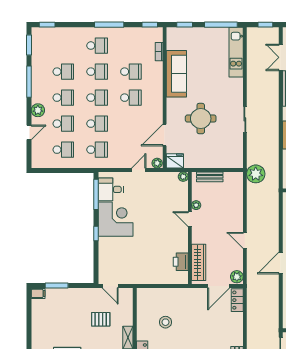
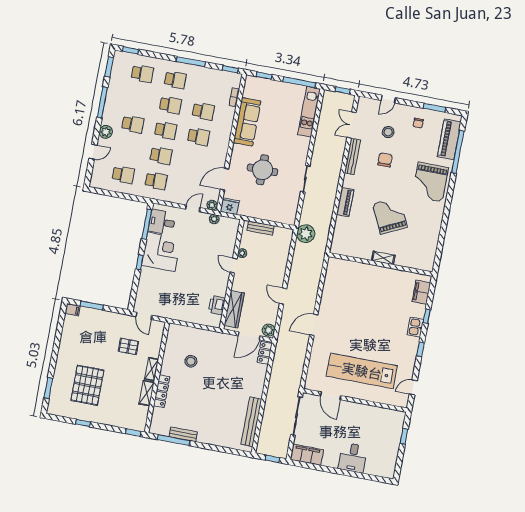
school desk: (63, 72) -> (142, 74), moved
school desk: (63, 124) -> (128, 149), removed
plant: (183, 177) -> (214, 219), moved

